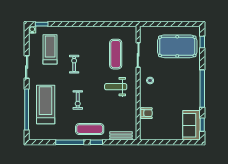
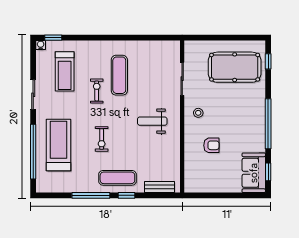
treadmill: (50, 49) -> (65, 71), turned 180
exercise mat: (116, 54) -> (119, 75), moved
armchair: (146, 113) -> (211, 145), moved

